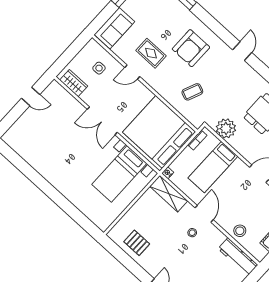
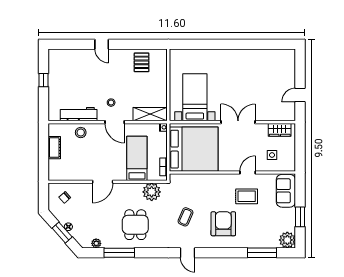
coffee table: (192, 92) -> (185, 217), moved
pallet: (137, 243) -> (142, 62), turned 90
workbench: (238, 257) -> (79, 114), moved

